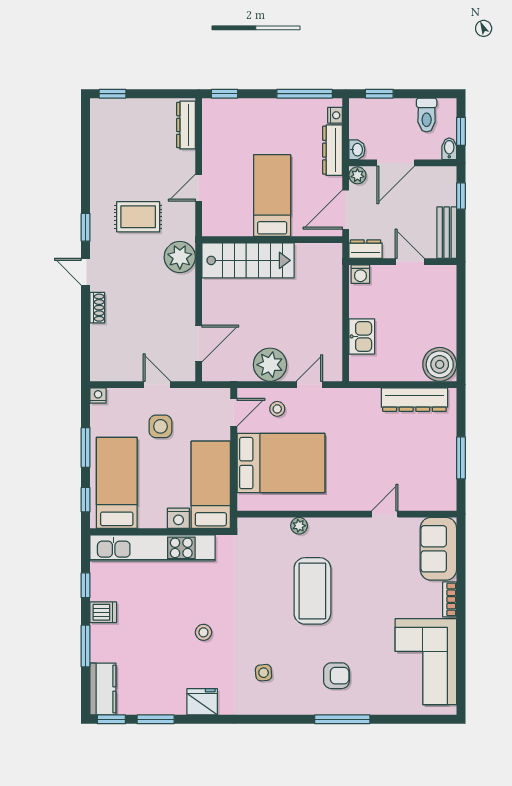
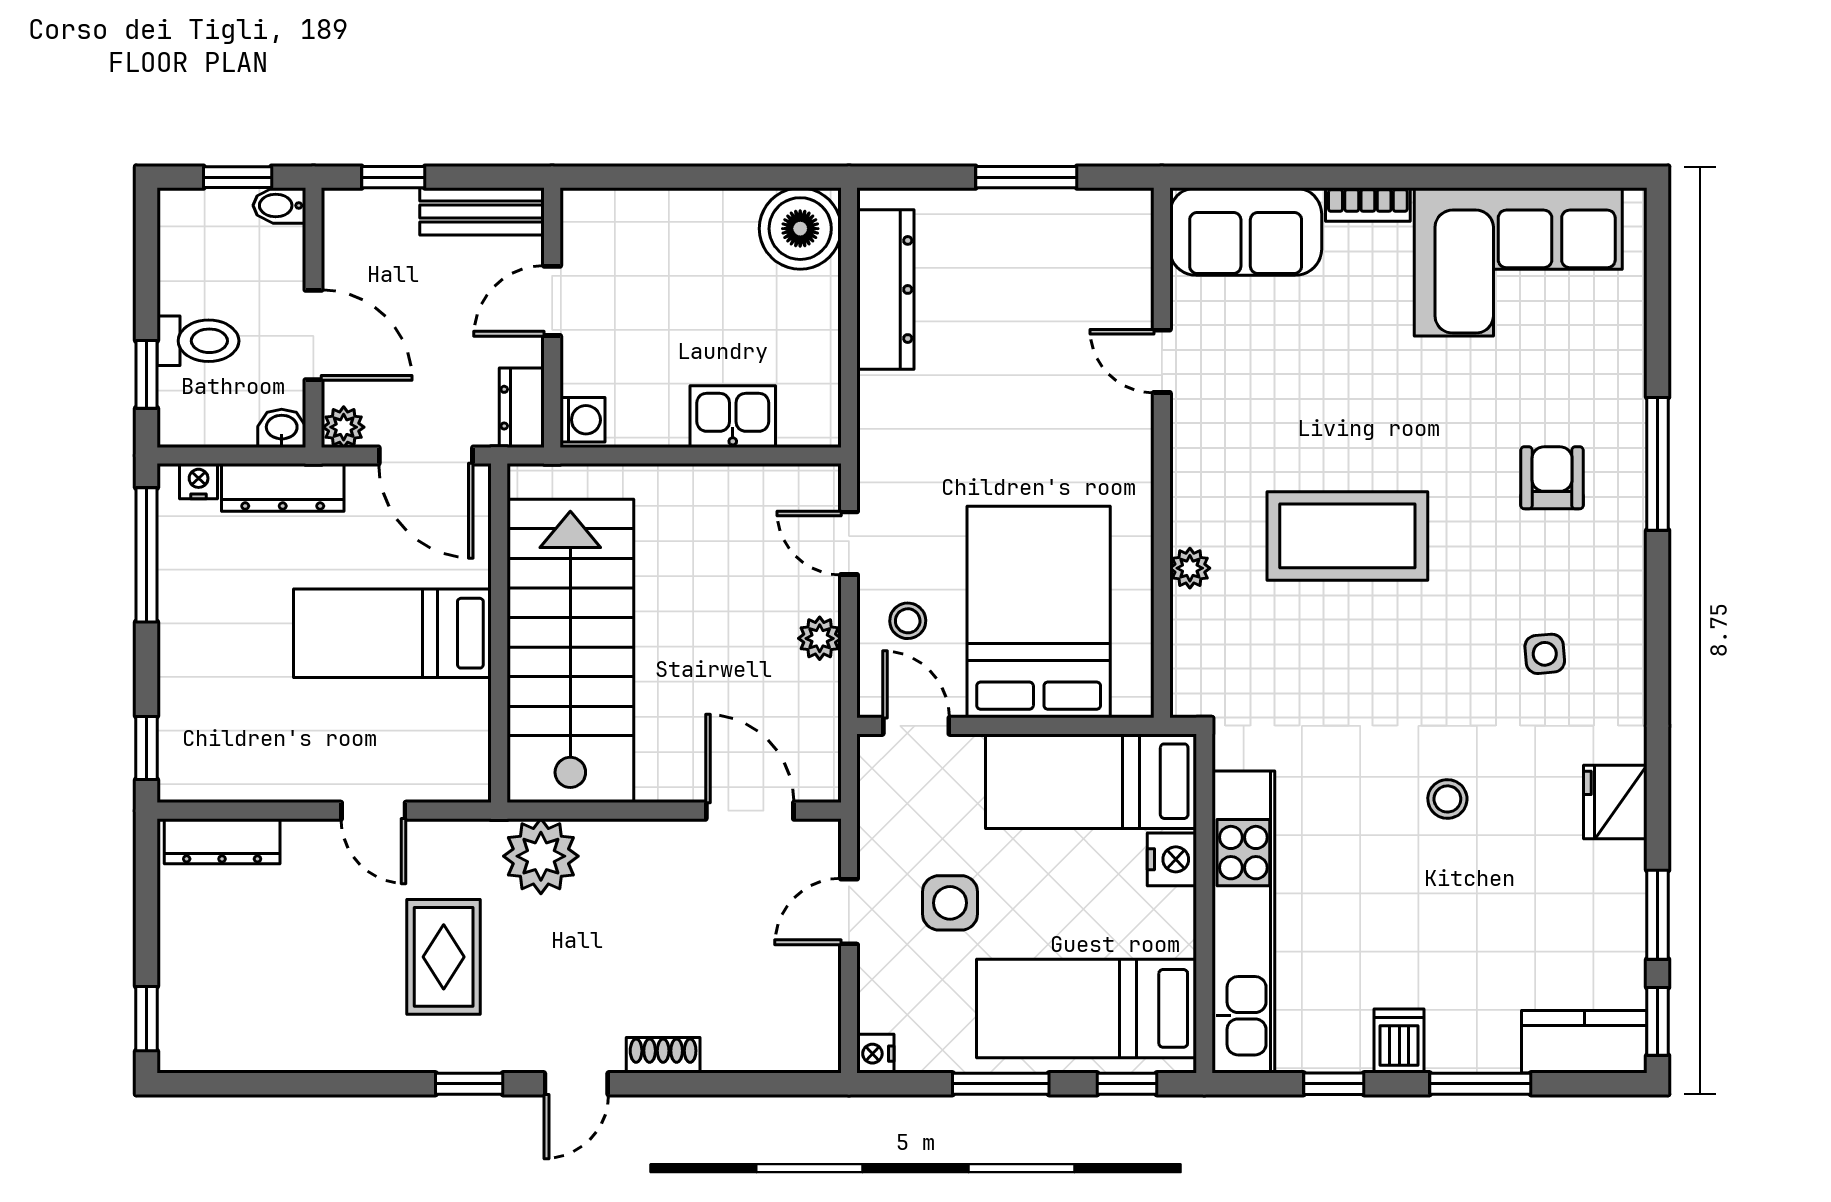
toilet: (427, 115) -> (198, 341), moved
stairs: (248, 260) -> (570, 651), width x1.36, depth x1.51
plant: (270, 365) -> (820, 638), width x0.53, depth x0.53

